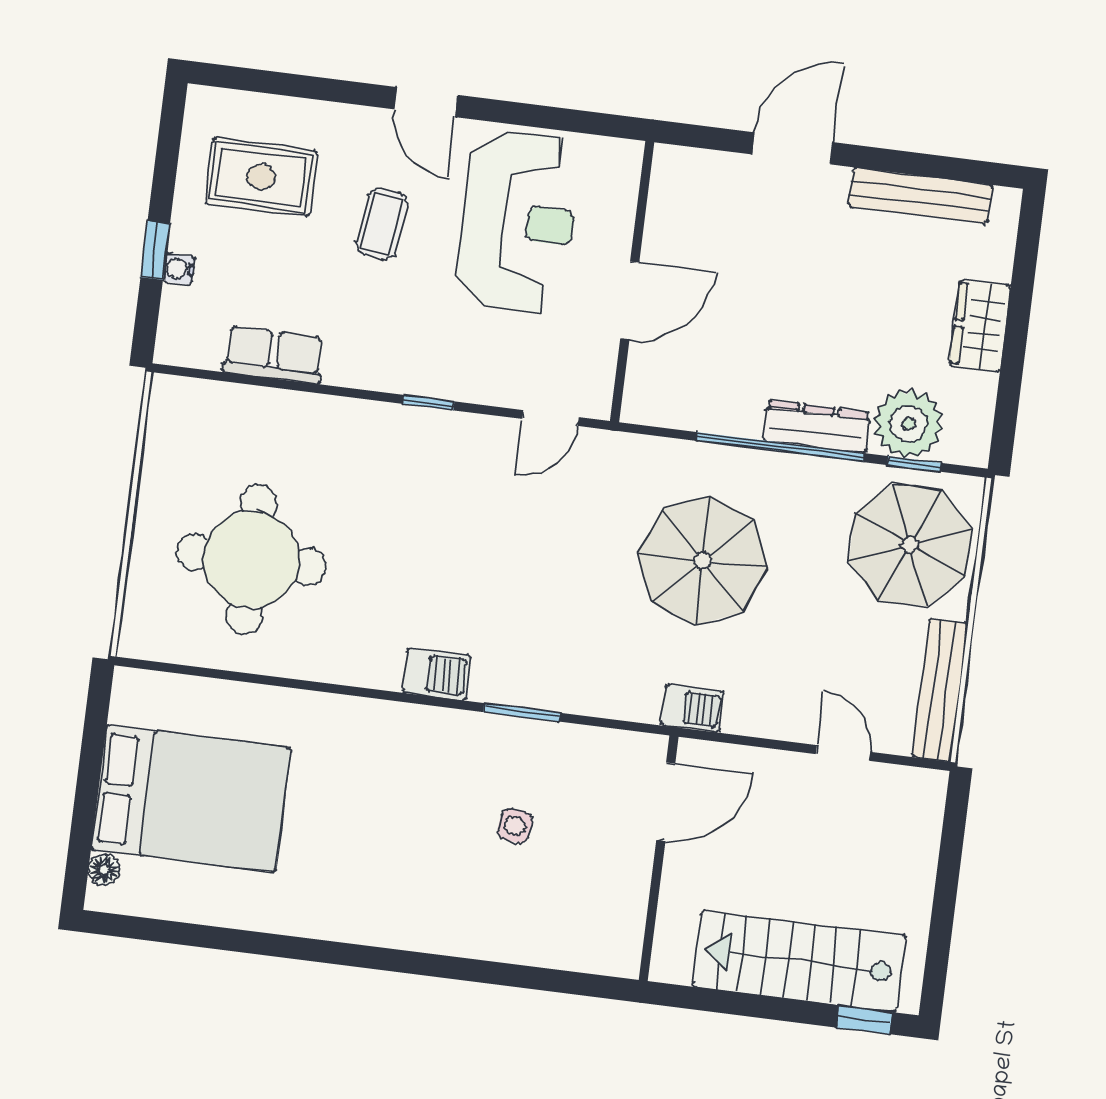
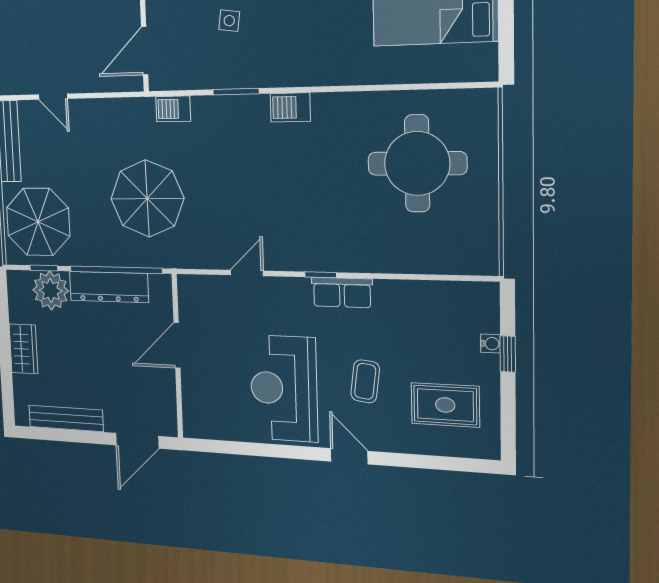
wall: (632, 282) -> (177, 356), moved
door: (630, 300) -> (177, 345), moved
row of seats: (274, 355) -> (342, 293), moved
dresser: (817, 426) -> (109, 287), width x1.37, depth x1.24
barbecue: (692, 708) -> (173, 109), moved

